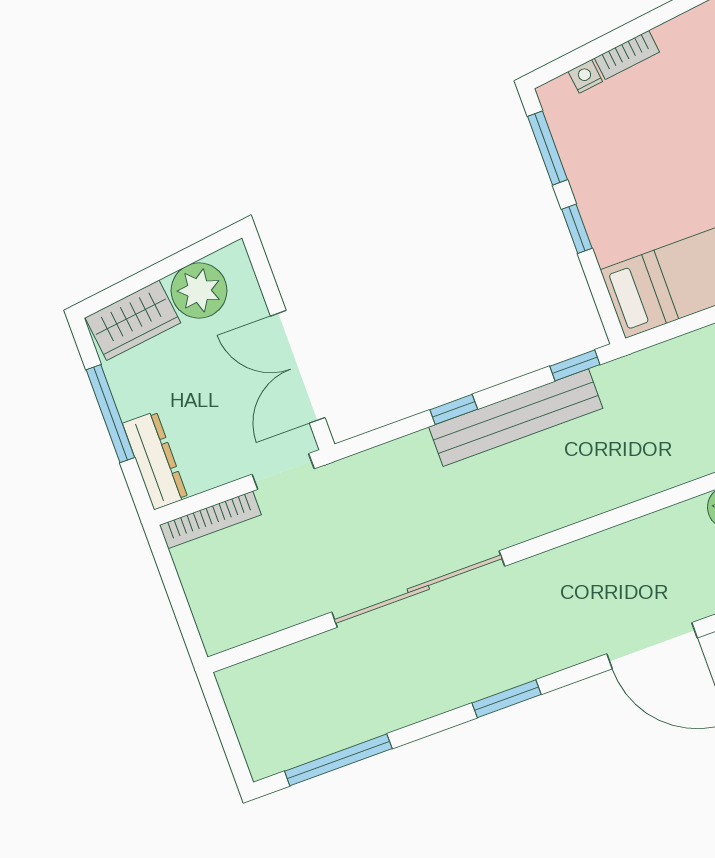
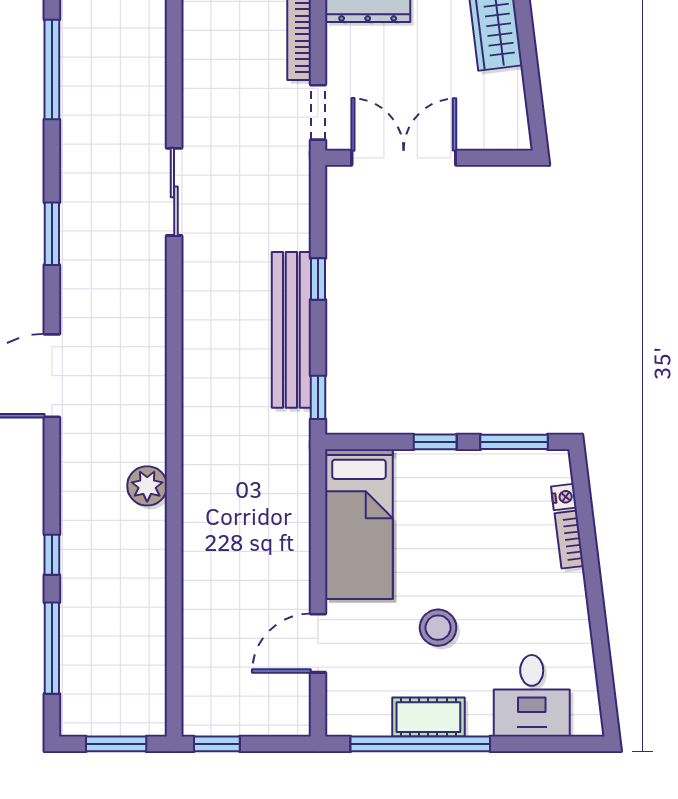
plant: (199, 291) -> (500, 97), removed
sliding door: (418, 589) -> (174, 192), width x0.54

